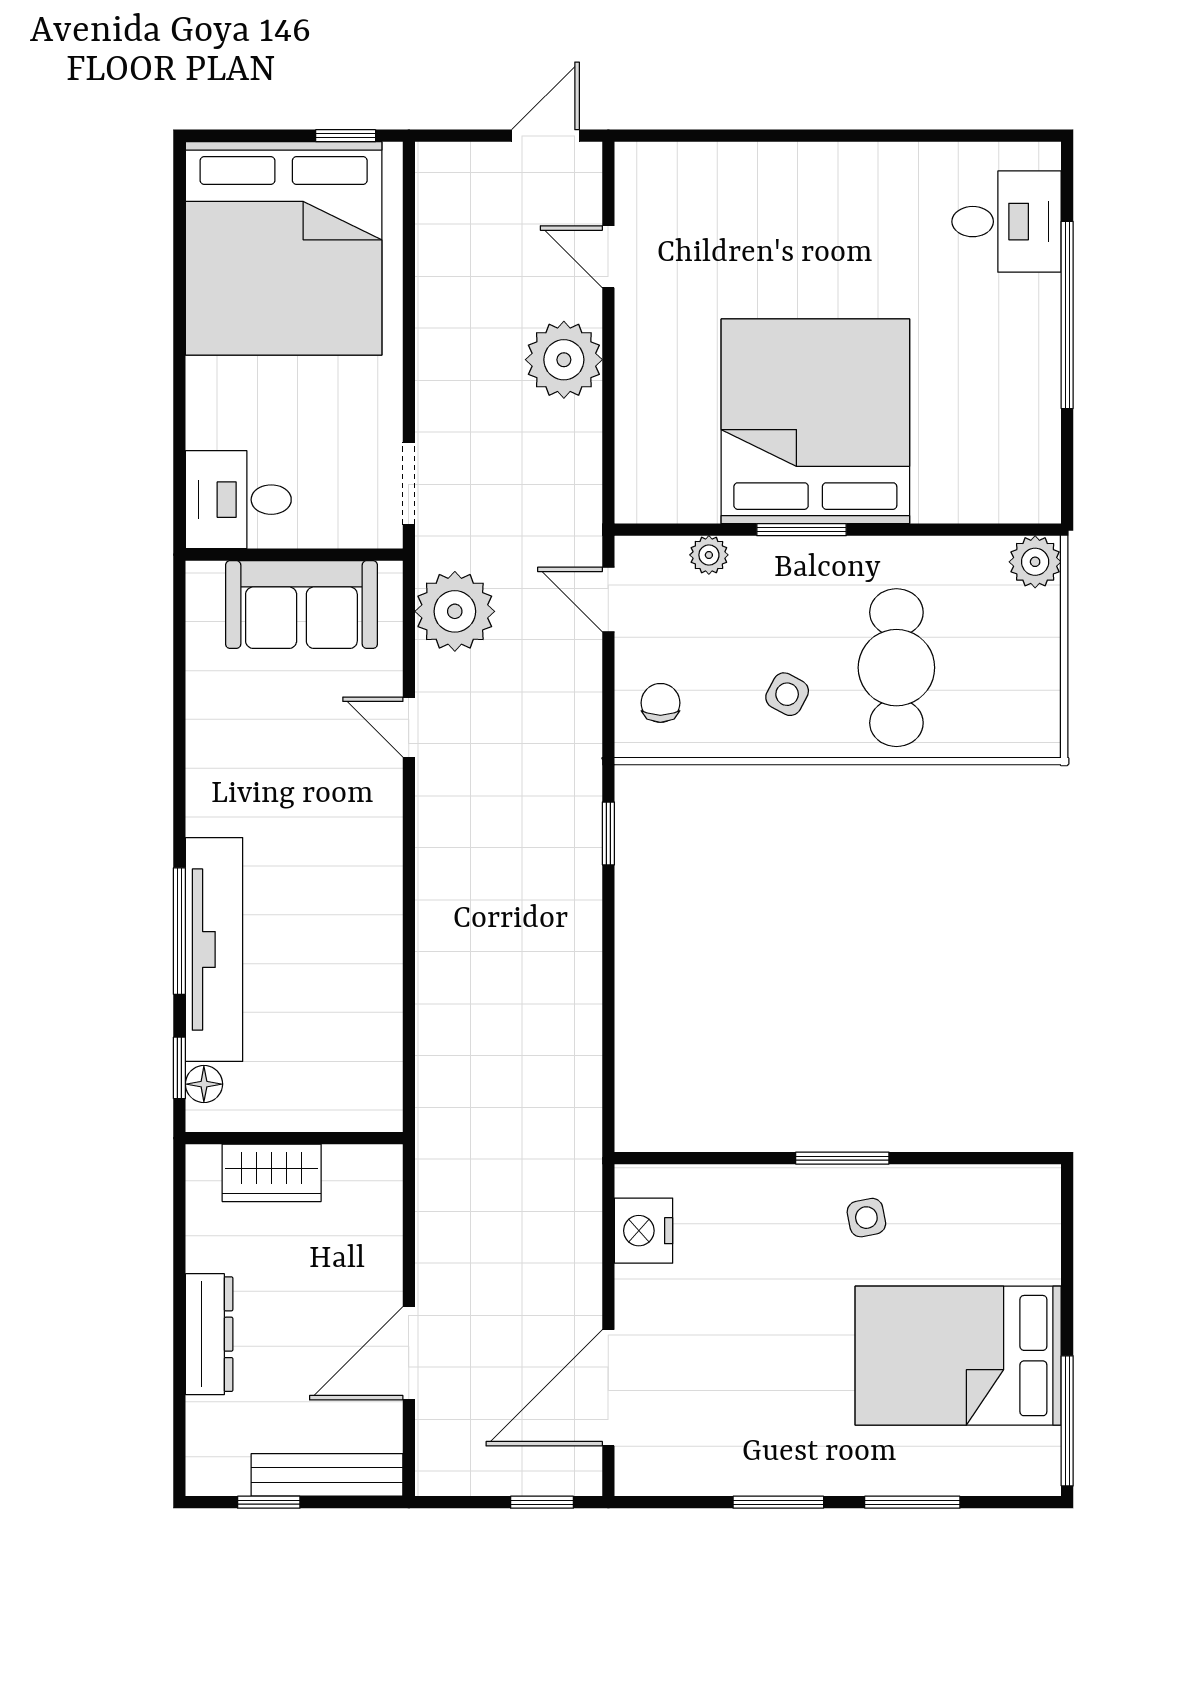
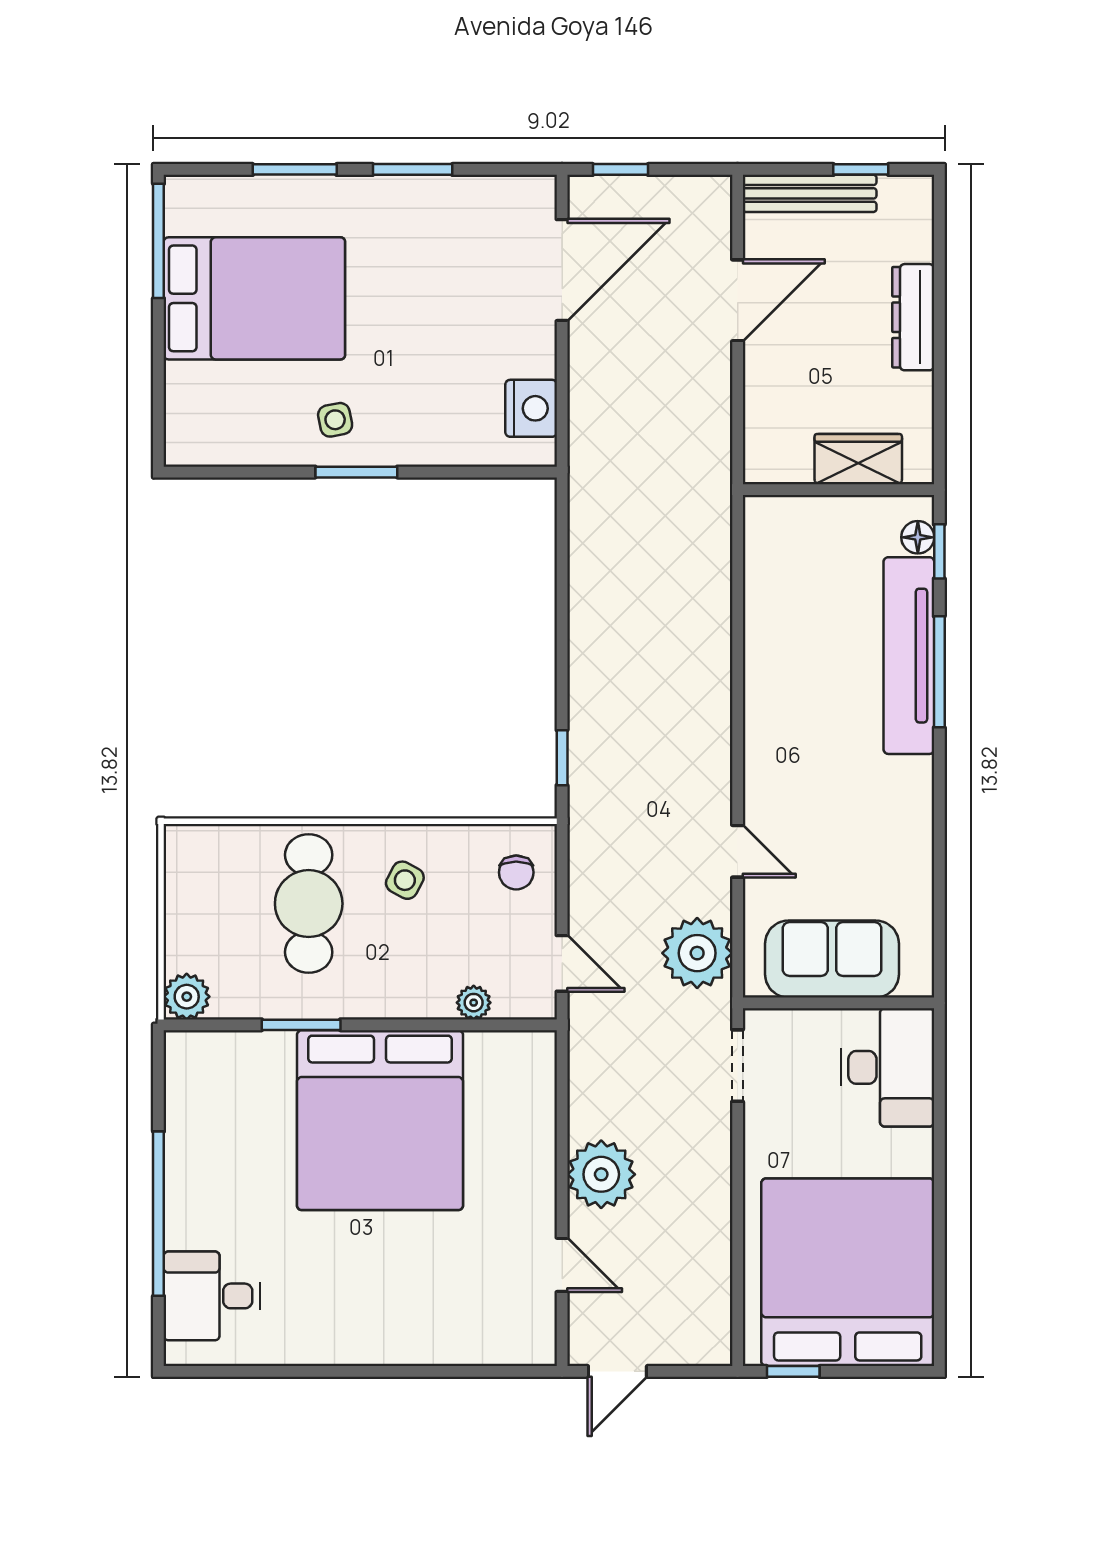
desk: (238, 500) -> (888, 1067), width x1.37
window: (802, 530) -> (301, 1025), moved

